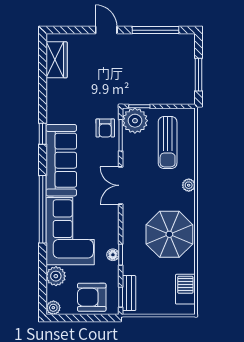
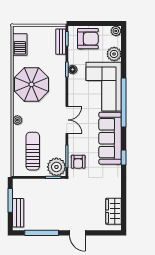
bench: (188, 58) -> (18, 213), added
armchair: (105, 128) -> (78, 162), turned 180

